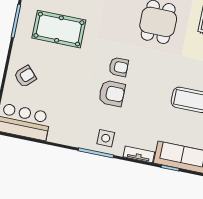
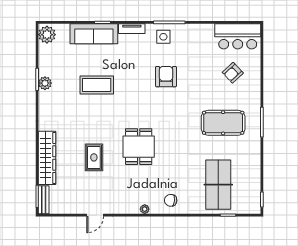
armchair: (119, 67) -> (165, 101), removed
armchair: (25, 76) -> (233, 73), moved
armchair: (112, 93) -> (166, 77), turned 90

